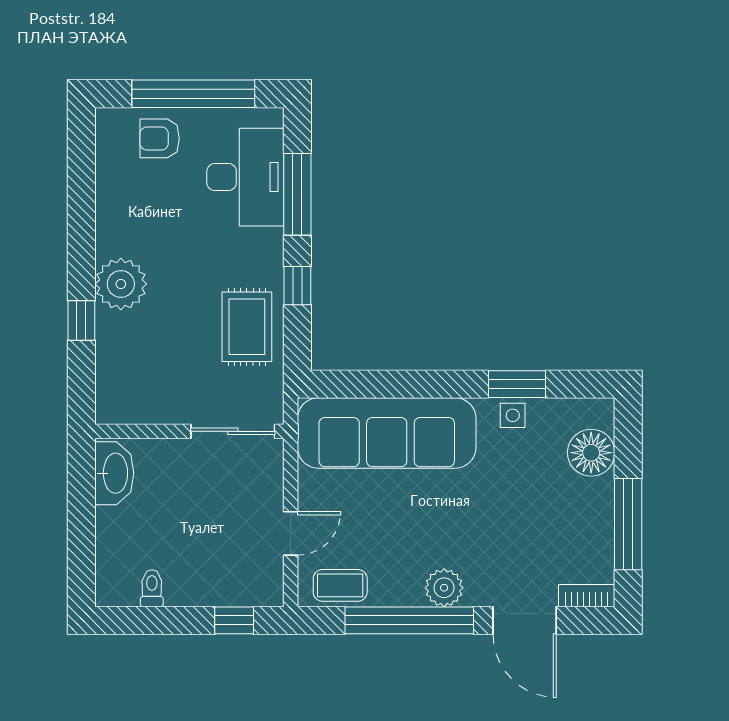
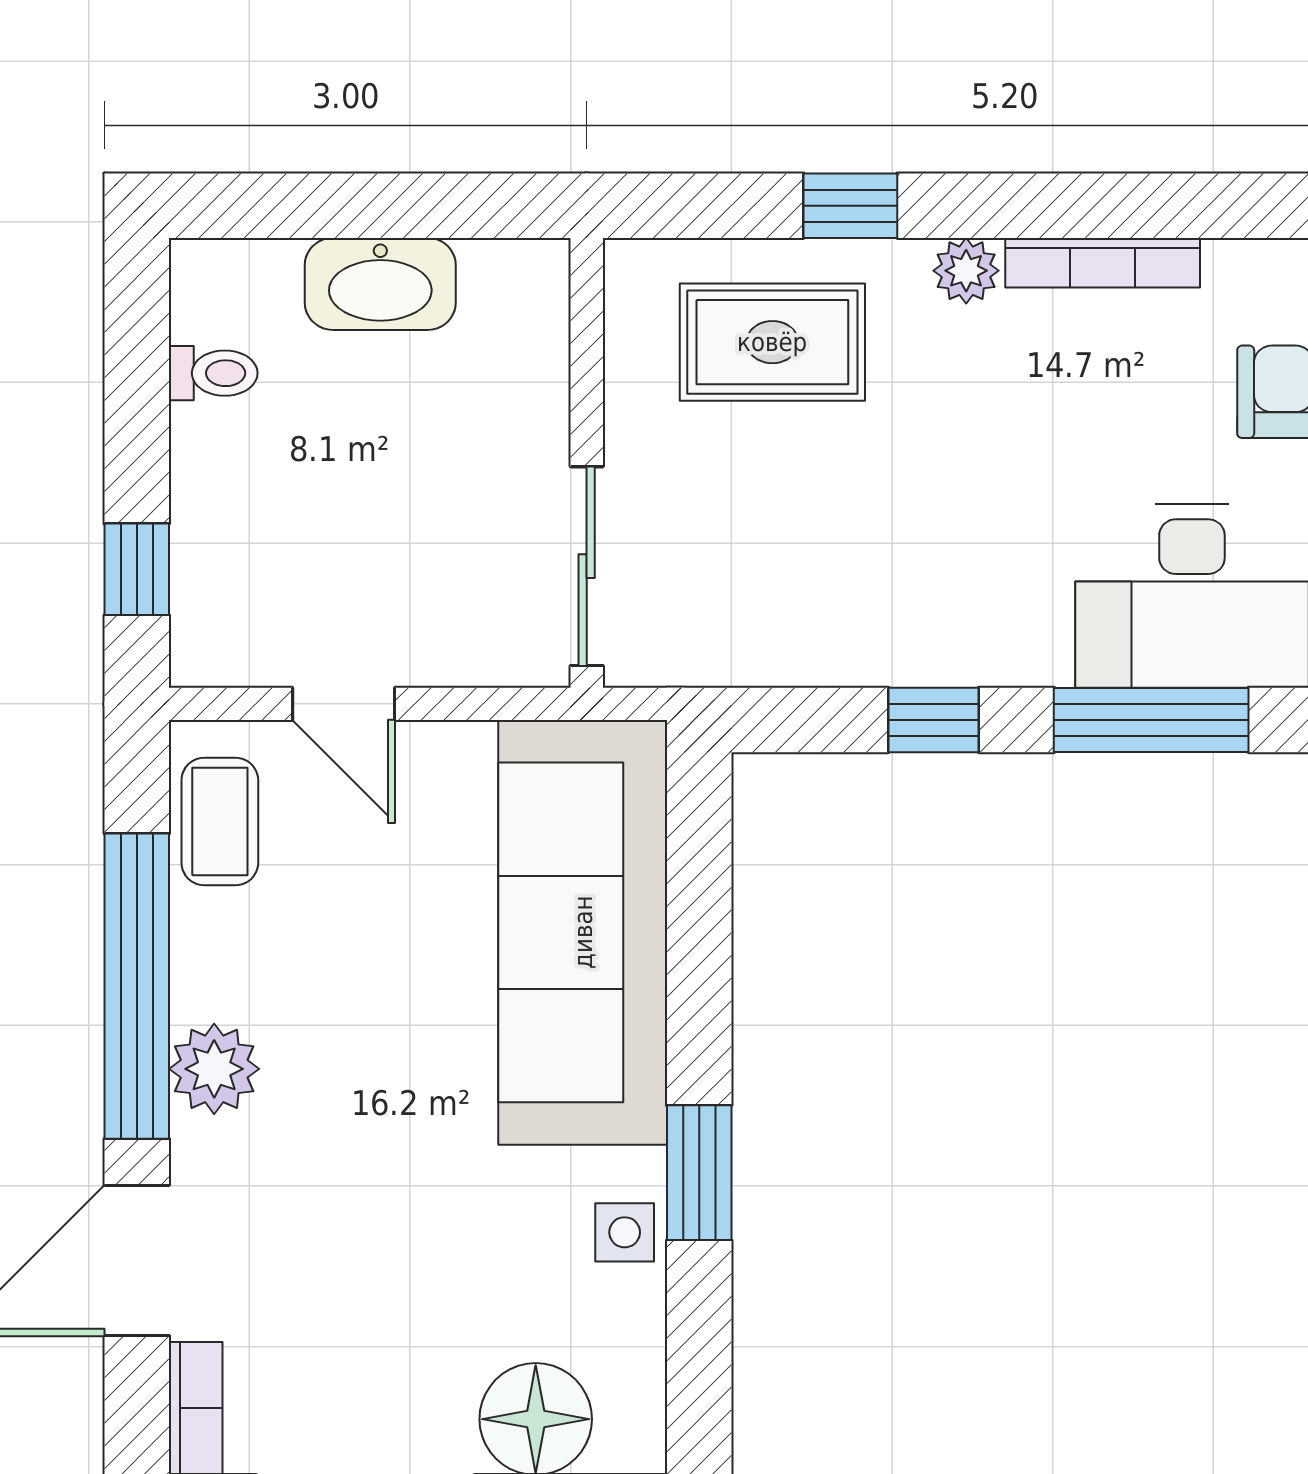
bookcase: (105, 215) -> (1103, 263), added
plant: (121, 284) -> (966, 271), width x0.53, depth x0.53
rug: (247, 327) -> (772, 342), moved
window: (517, 384) -> (699, 1173), moved
washbasin: (114, 473) -> (380, 284), moved

